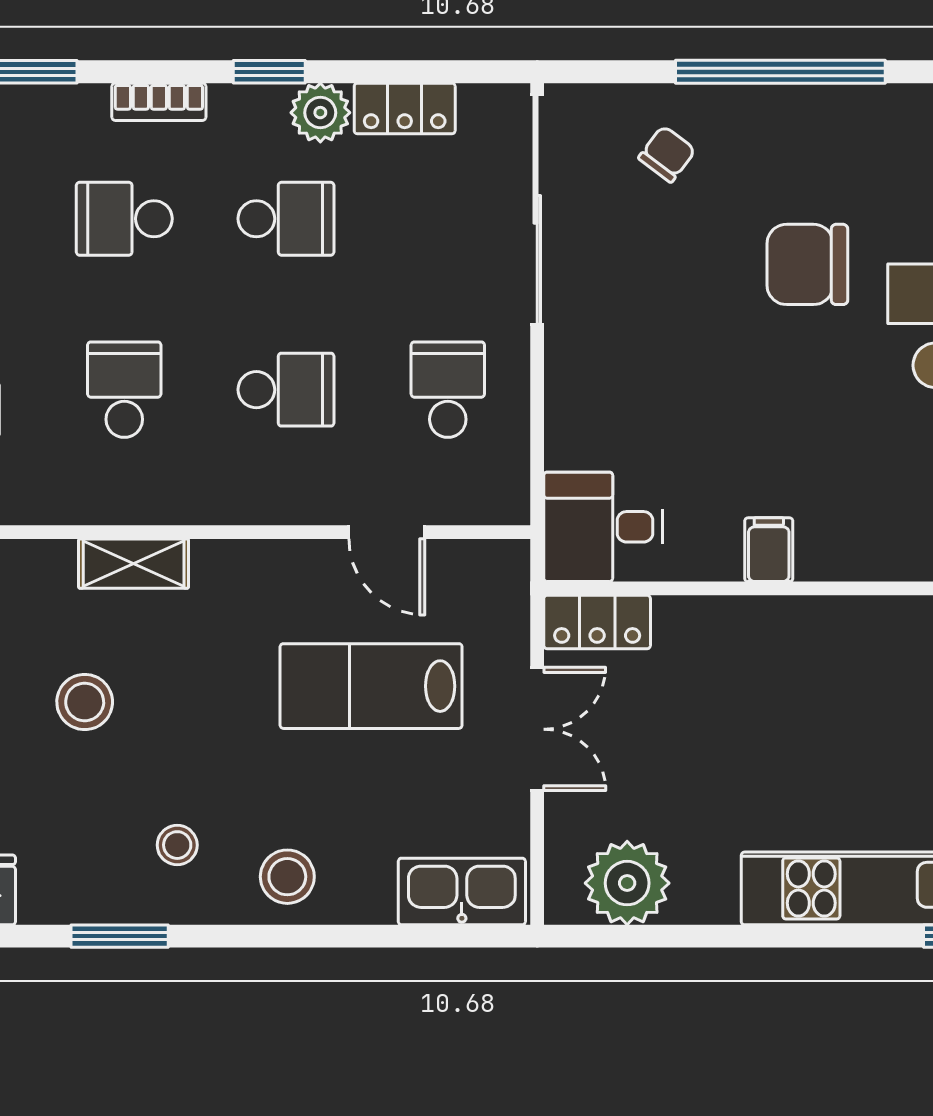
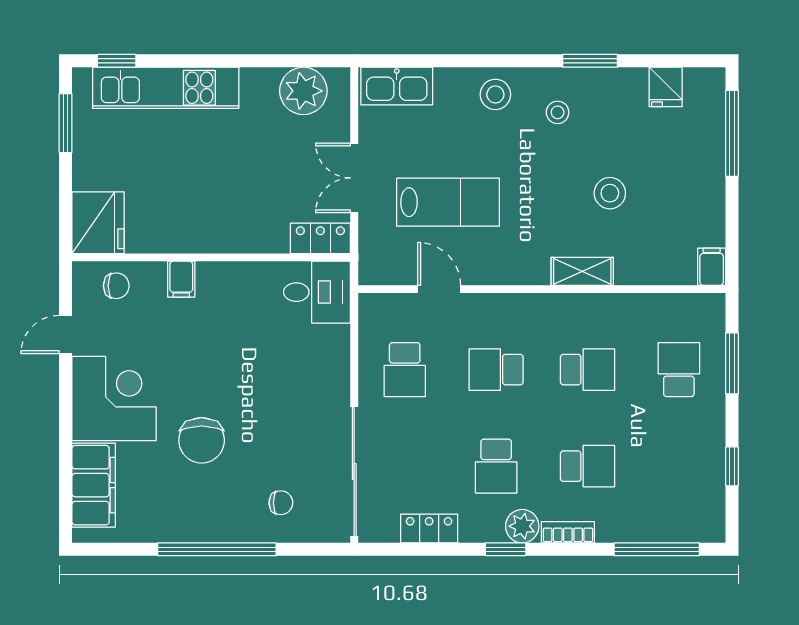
plant: (320, 113) -> (522, 526), moved
chair: (667, 154) -> (281, 503), turned -127
school desk: (286, 219) -> (496, 466), turned -90
chair: (807, 264) -> (202, 440), turned 90
school desk: (124, 390) -> (587, 370), turned -90
filing cabinet: (769, 550) -> (181, 279), moved

